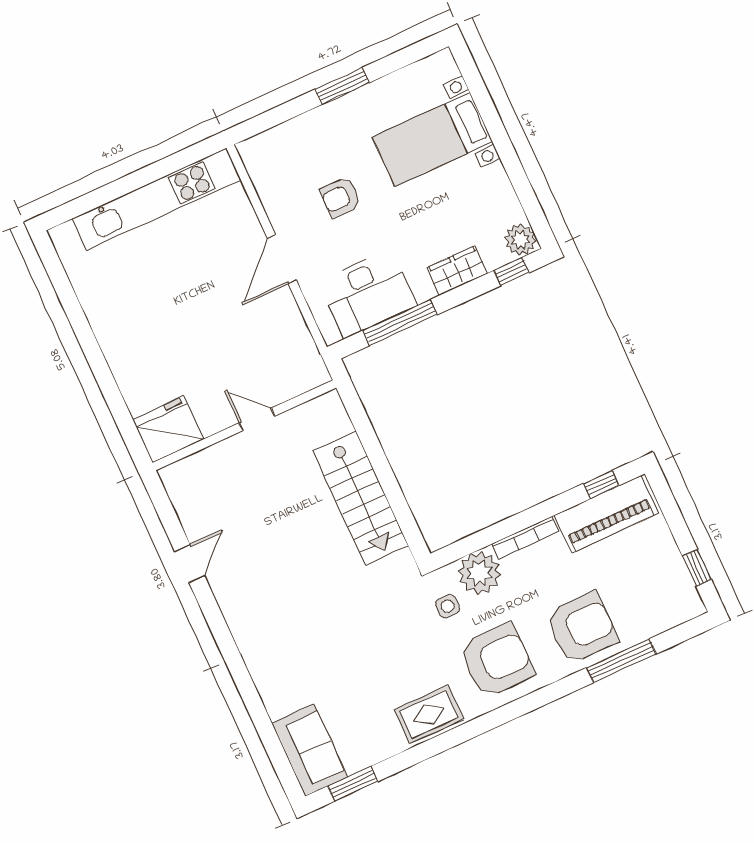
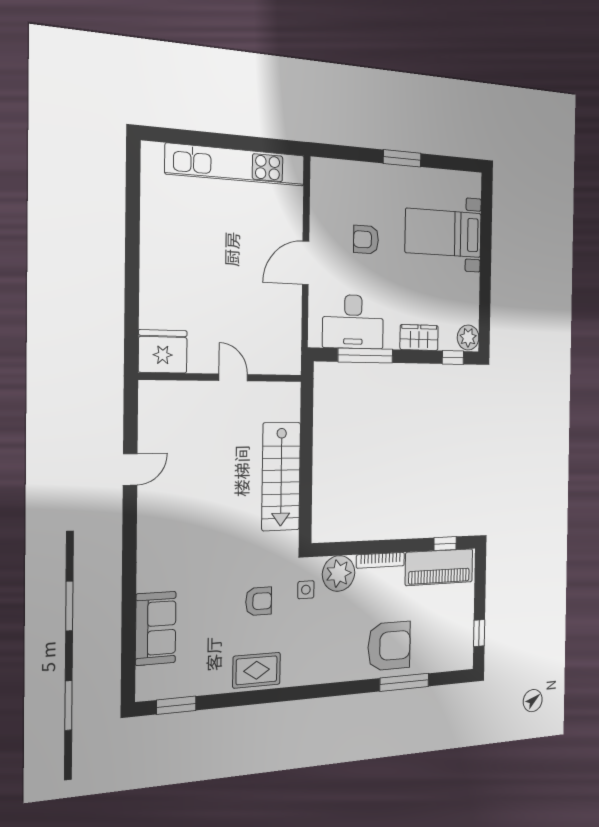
armchair: (497, 660) -> (259, 601), moved, width x0.53, depth x0.53
sofa: (310, 750) -> (156, 628), moved

